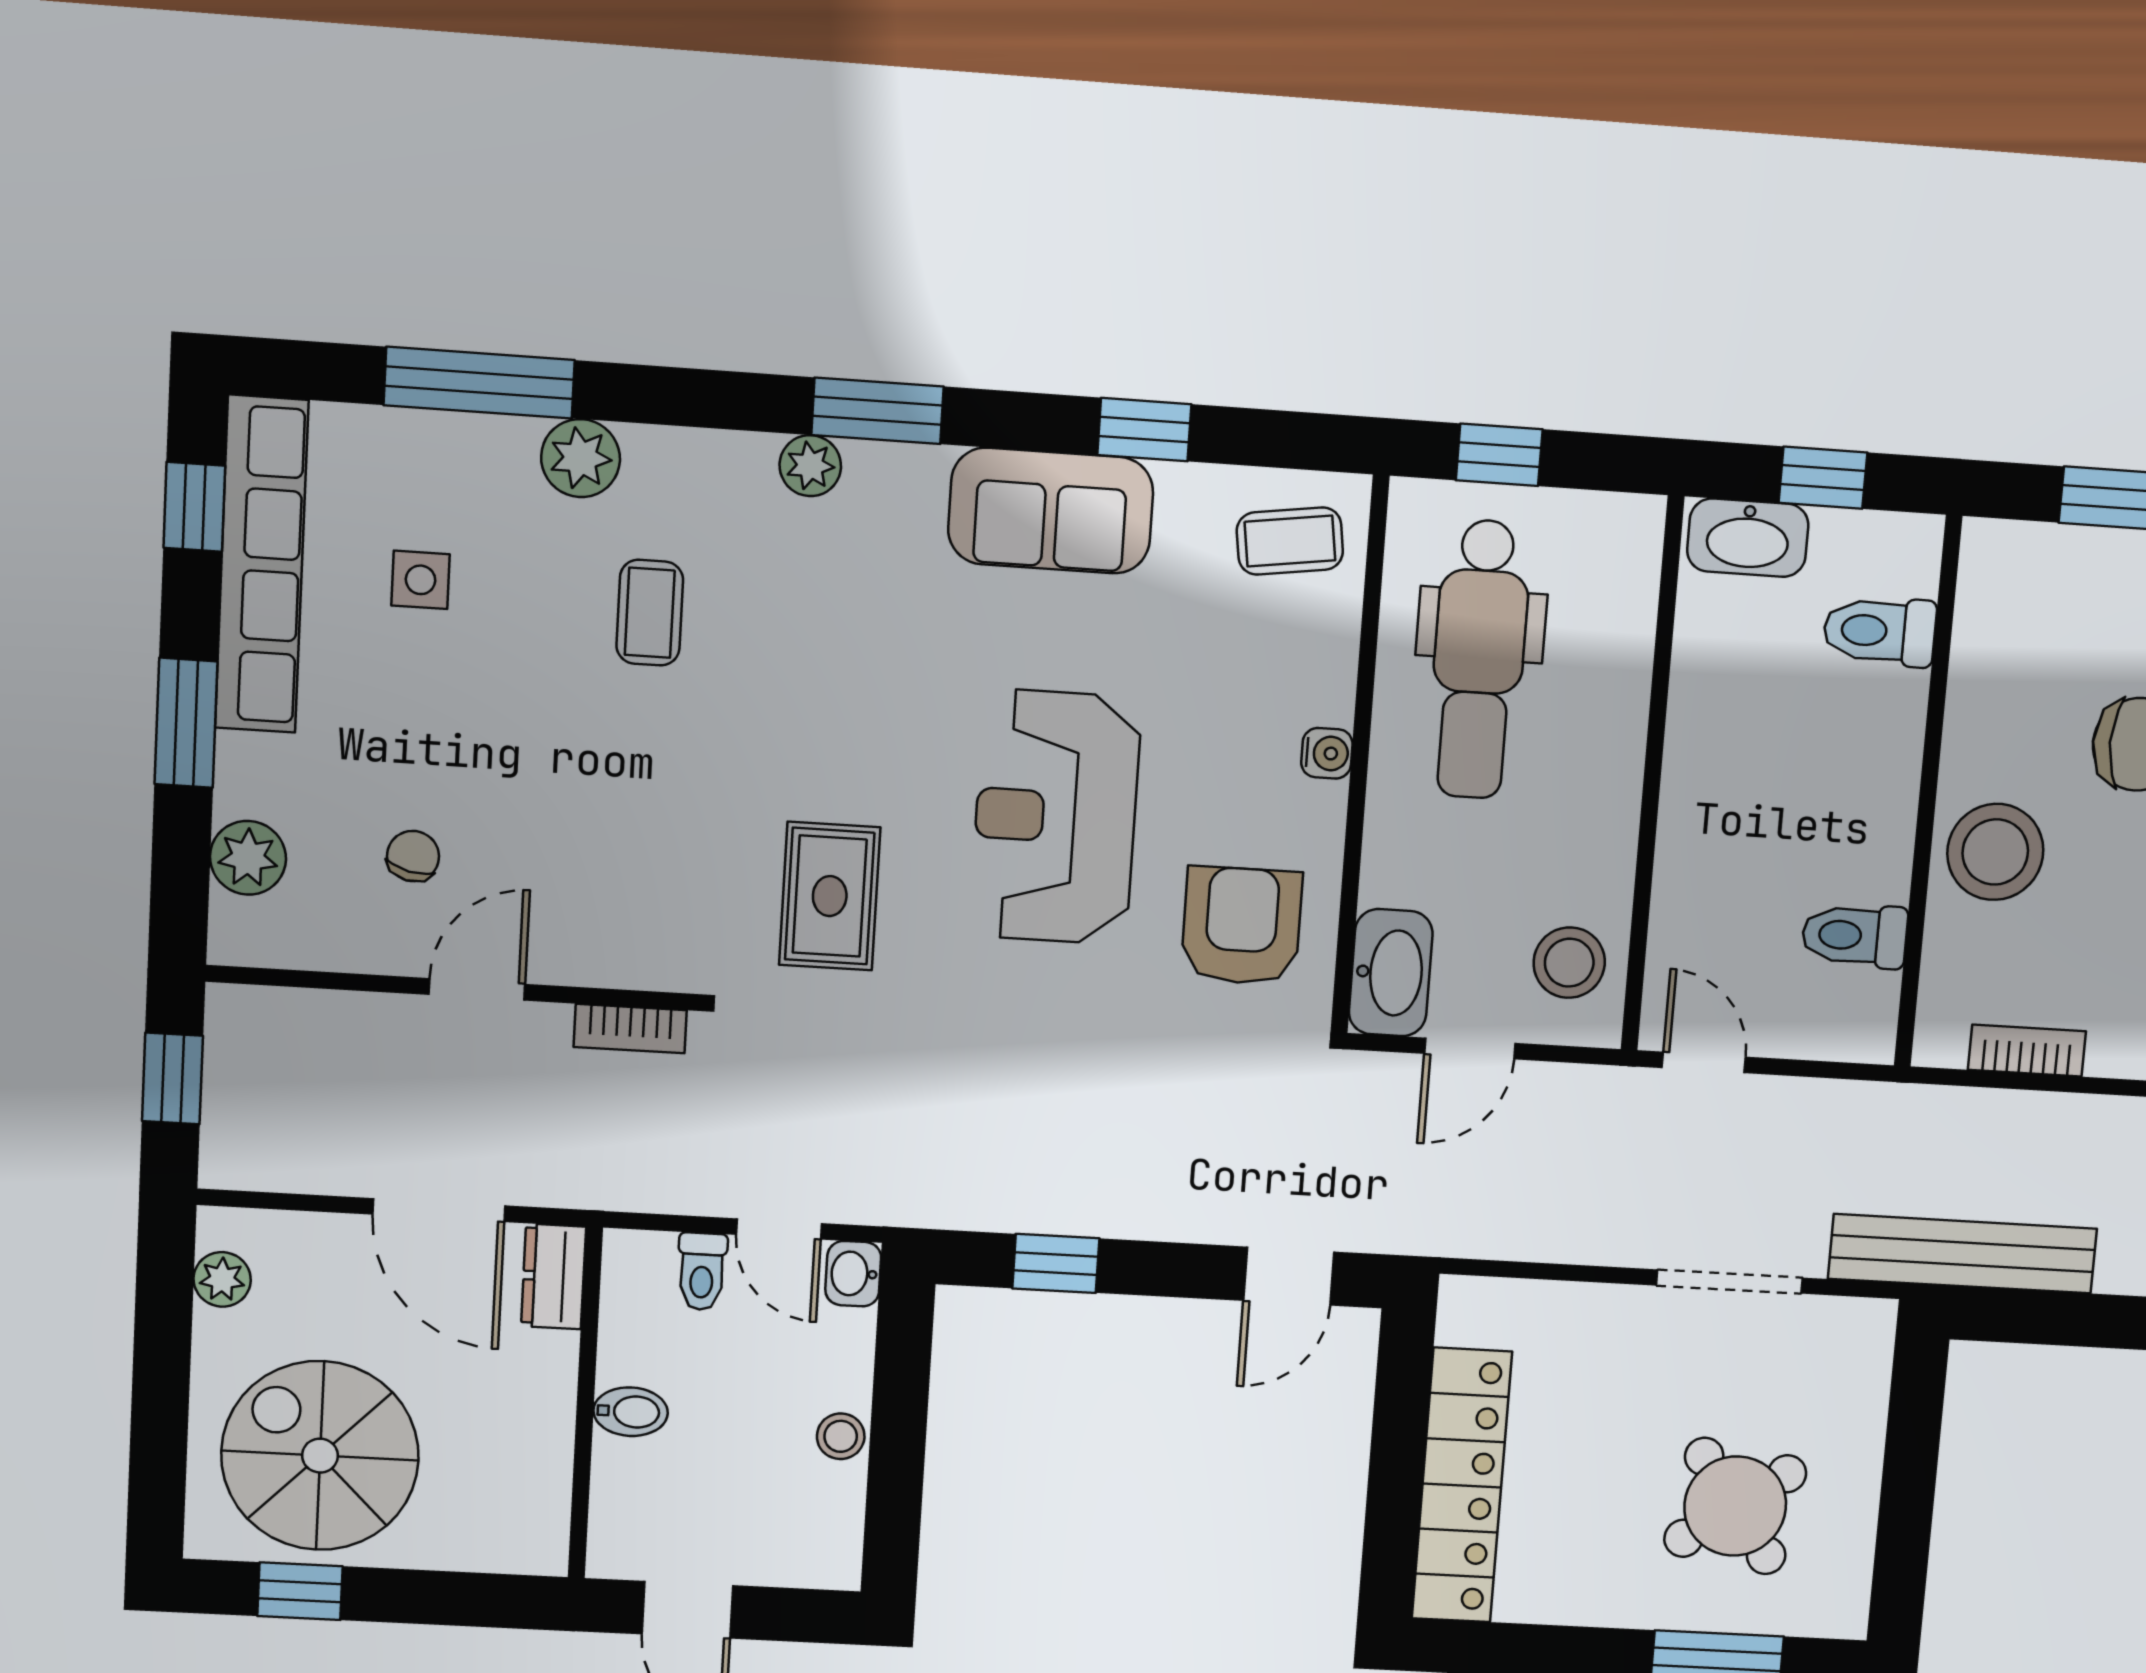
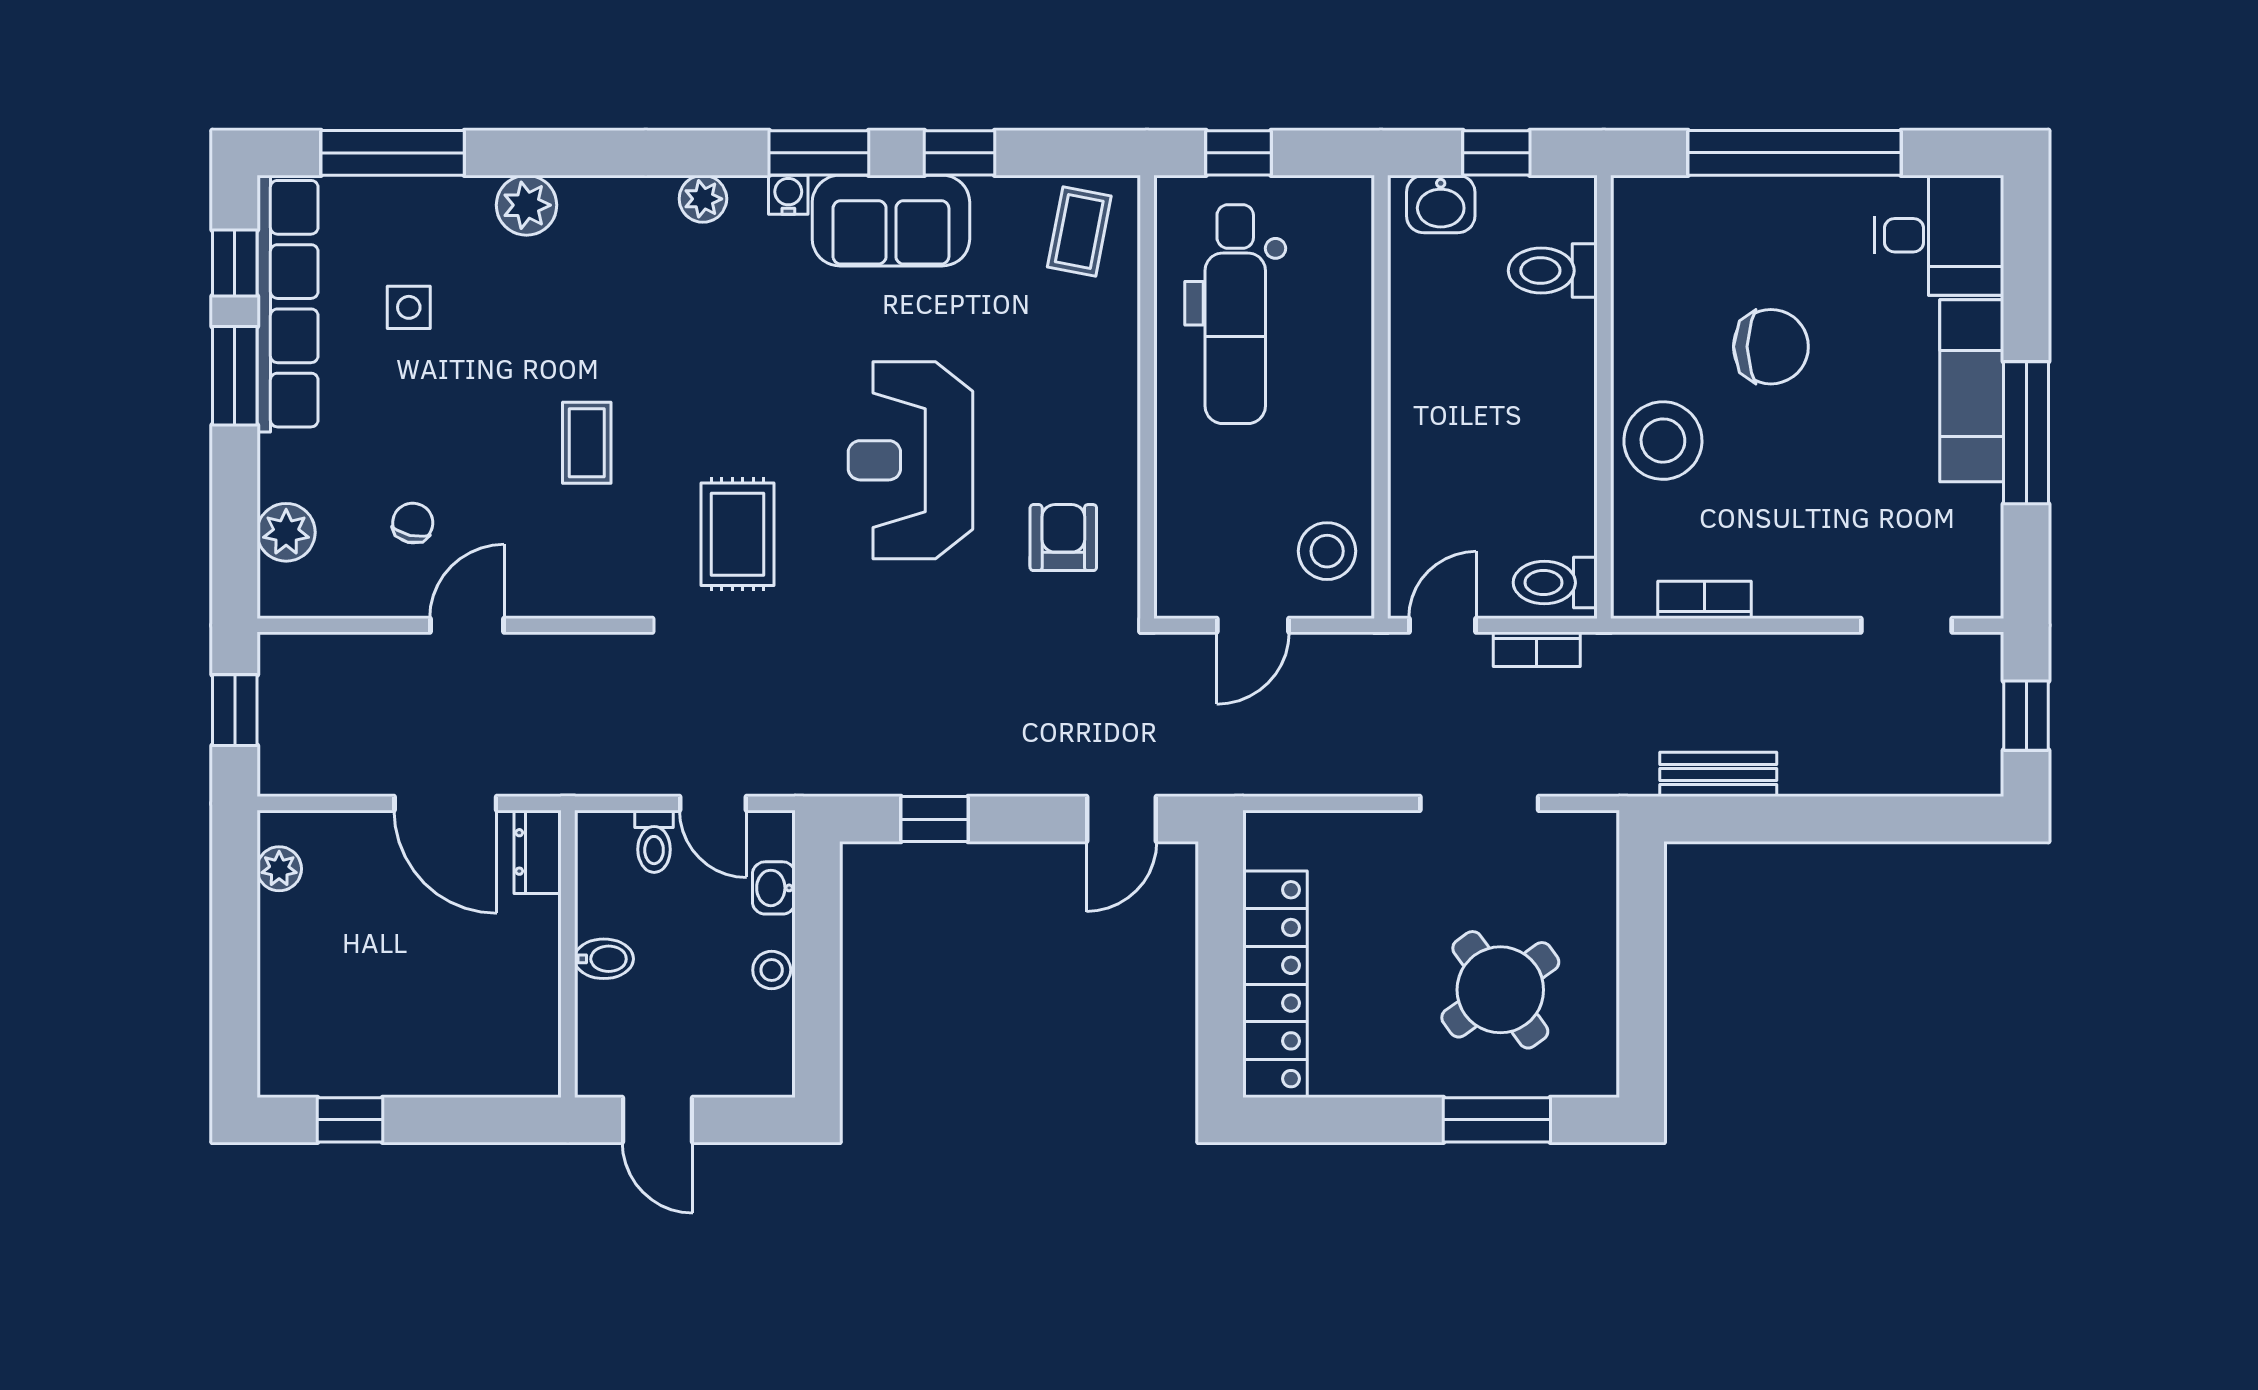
window: (479, 383) -> (393, 153), moved
window: (877, 411) -> (819, 153), moved
washbasin: (1748, 538) -> (1441, 204), width x0.72
coffee table: (1290, 541) -> (1079, 231), turned -71
coffee table: (650, 613) -> (587, 443), moved
window: (186, 723) -> (235, 376), moved
water cooler: (1327, 753) -> (788, 195), moved, turned -90
armchair: (1242, 926) -> (1063, 538), width x0.72, depth x0.72
toilet: (1855, 936) -> (1555, 583), moved
washbasin: (1391, 973) -> (1185, 568), removed
bookcase: (630, 1029) -> (1537, 649), moved
door: (1704, 1062) -> (1442, 625), hinge flipped
bench: (1962, 1254) -> (1718, 774), width x0.54, depth x0.82
washbasin: (853, 1274) -> (774, 888), moved
spiral stairs: (320, 1456) -> (361, 1008), removed

